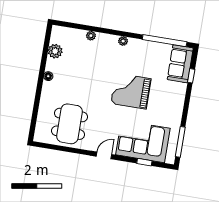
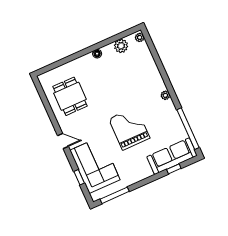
plant: (91, 36) -> (140, 37), moved
sofa: (180, 64) -> (172, 156), width x1.36
dining table: (69, 124) -> (70, 96), width x0.73

